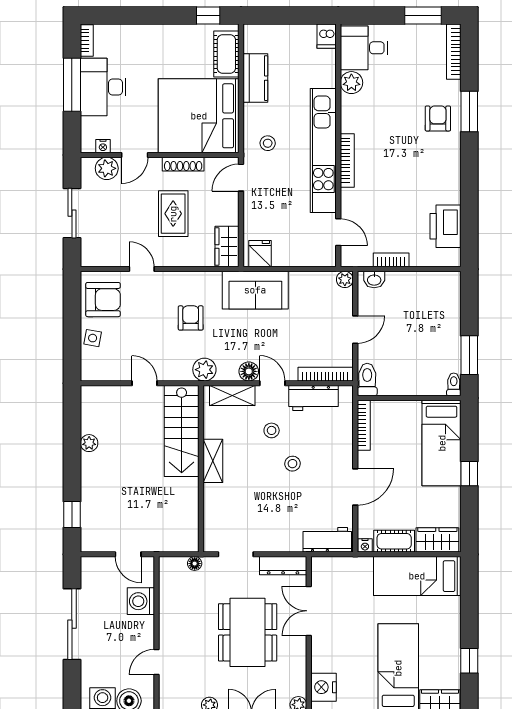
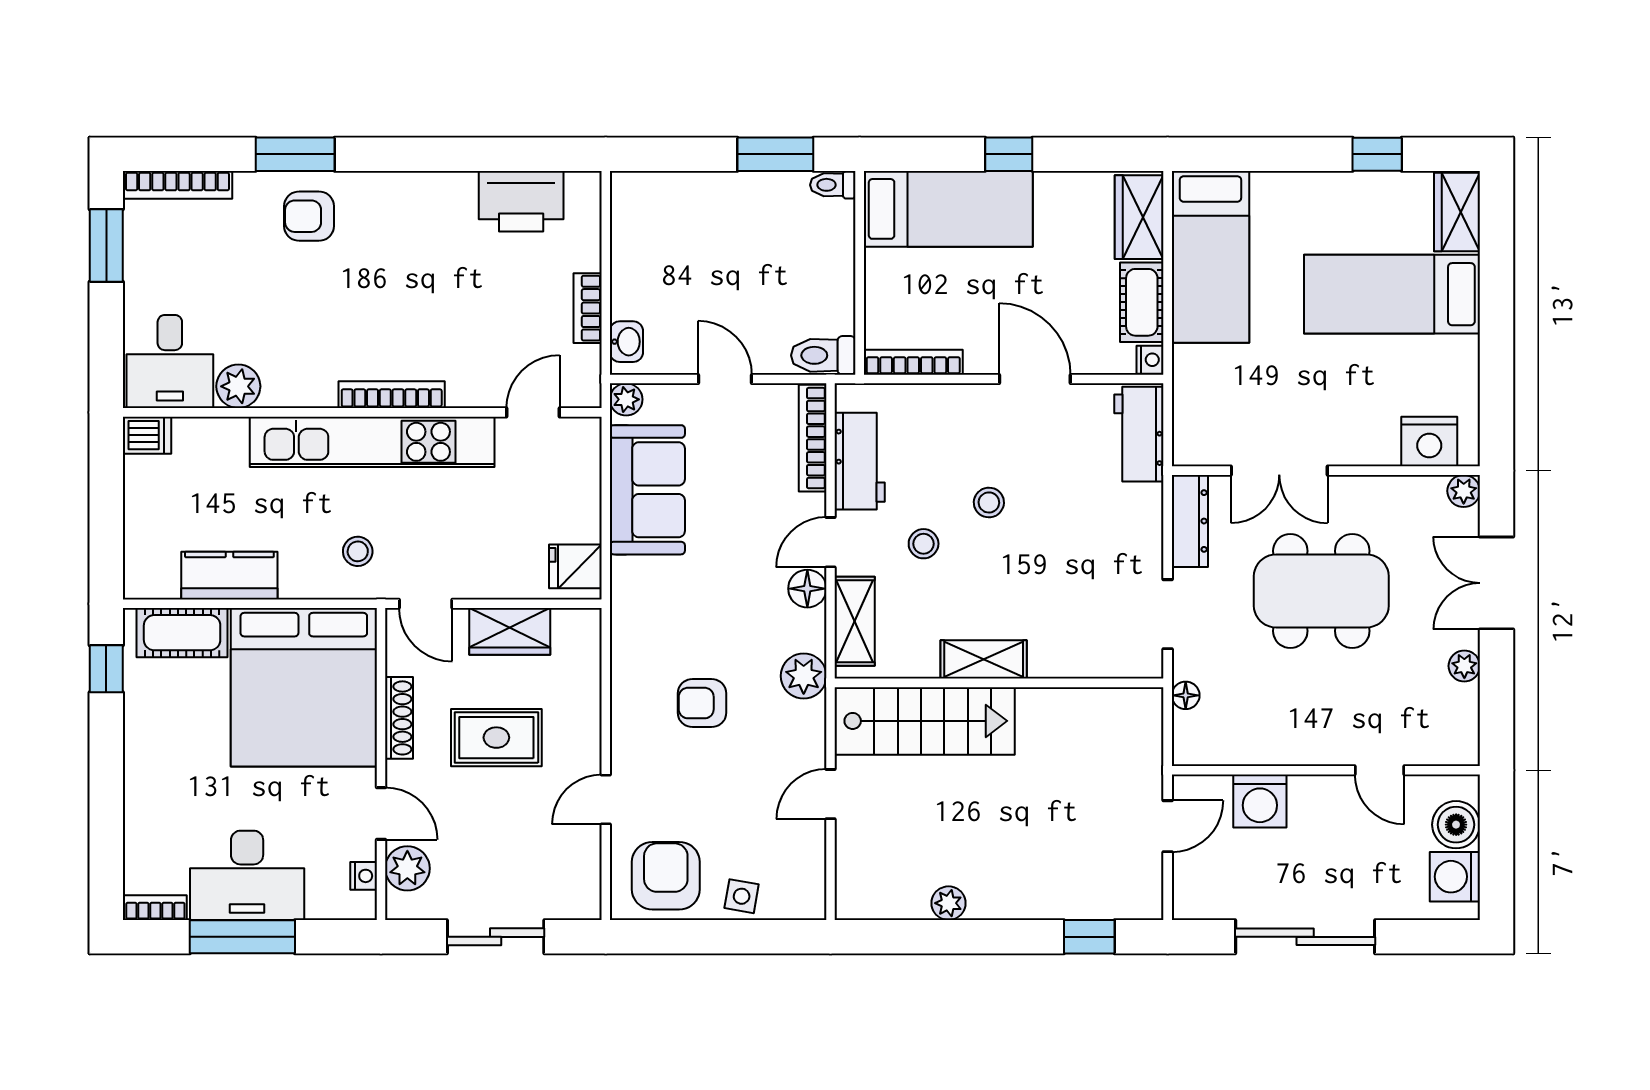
wardrobe: (227, 247) -> (510, 631), moved
sofa: (255, 290) -> (647, 490), moved

